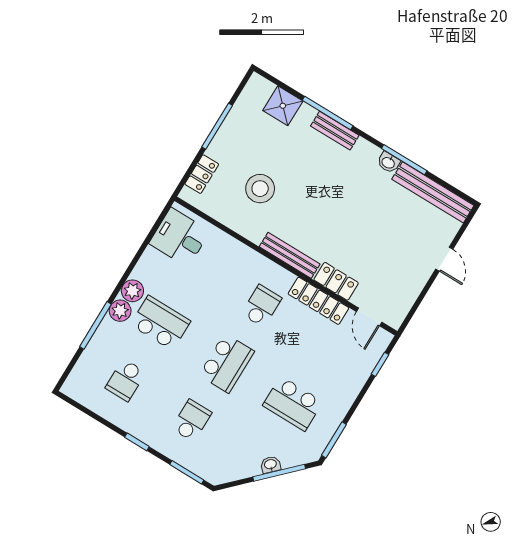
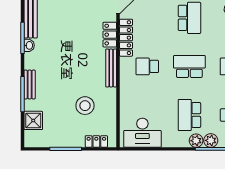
desk: (180, 237) -> (142, 133), width x1.37
plant: (132, 291) -> (211, 140), moved

